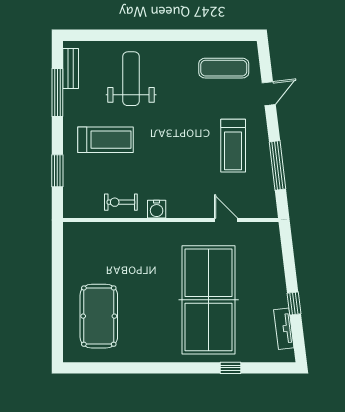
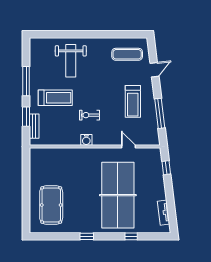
bench: (71, 69) -> (34, 126), moved
weight bench: (131, 79) -> (71, 61), turned 180
window: (57, 92) -> (26, 81), moved
exercise bike: (121, 202) -> (89, 115), moved
window: (294, 304) -> (166, 168), moved
window: (157, 368) -> (87, 236), added

